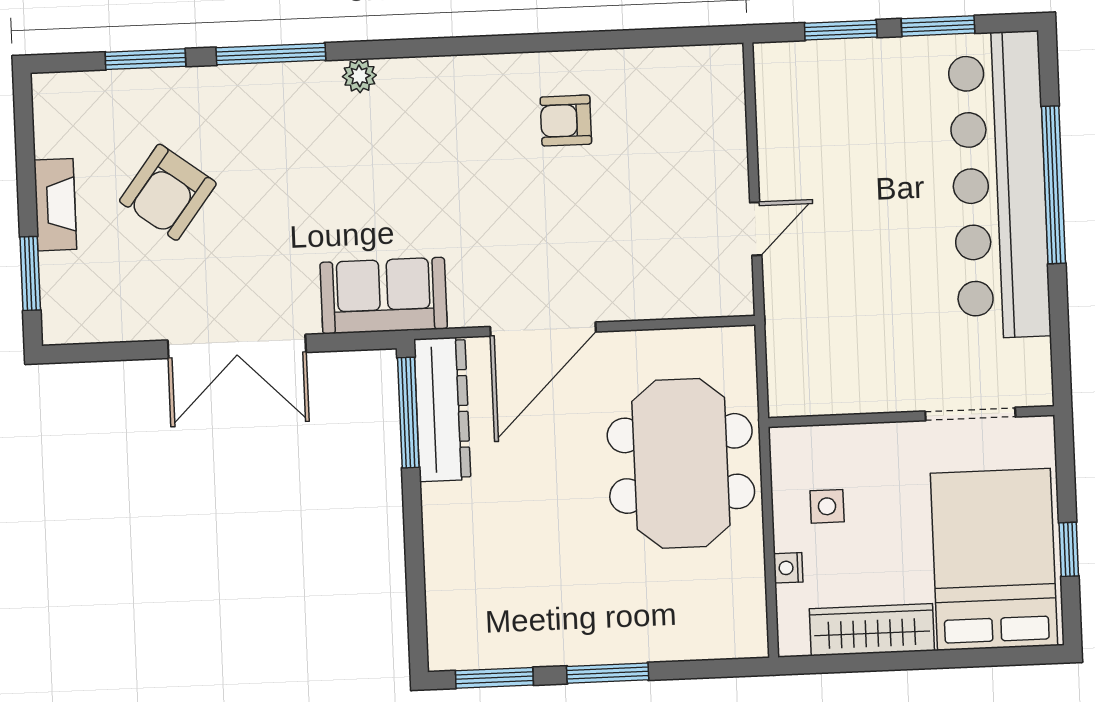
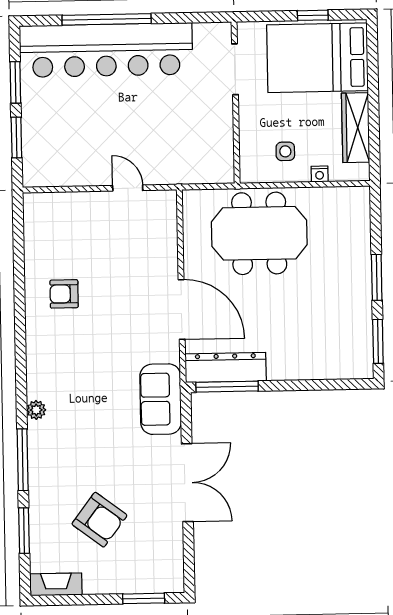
armchair: (566, 121) -> (64, 294), turned 90
fireplace: (55, 205) -> (56, 584), moved

